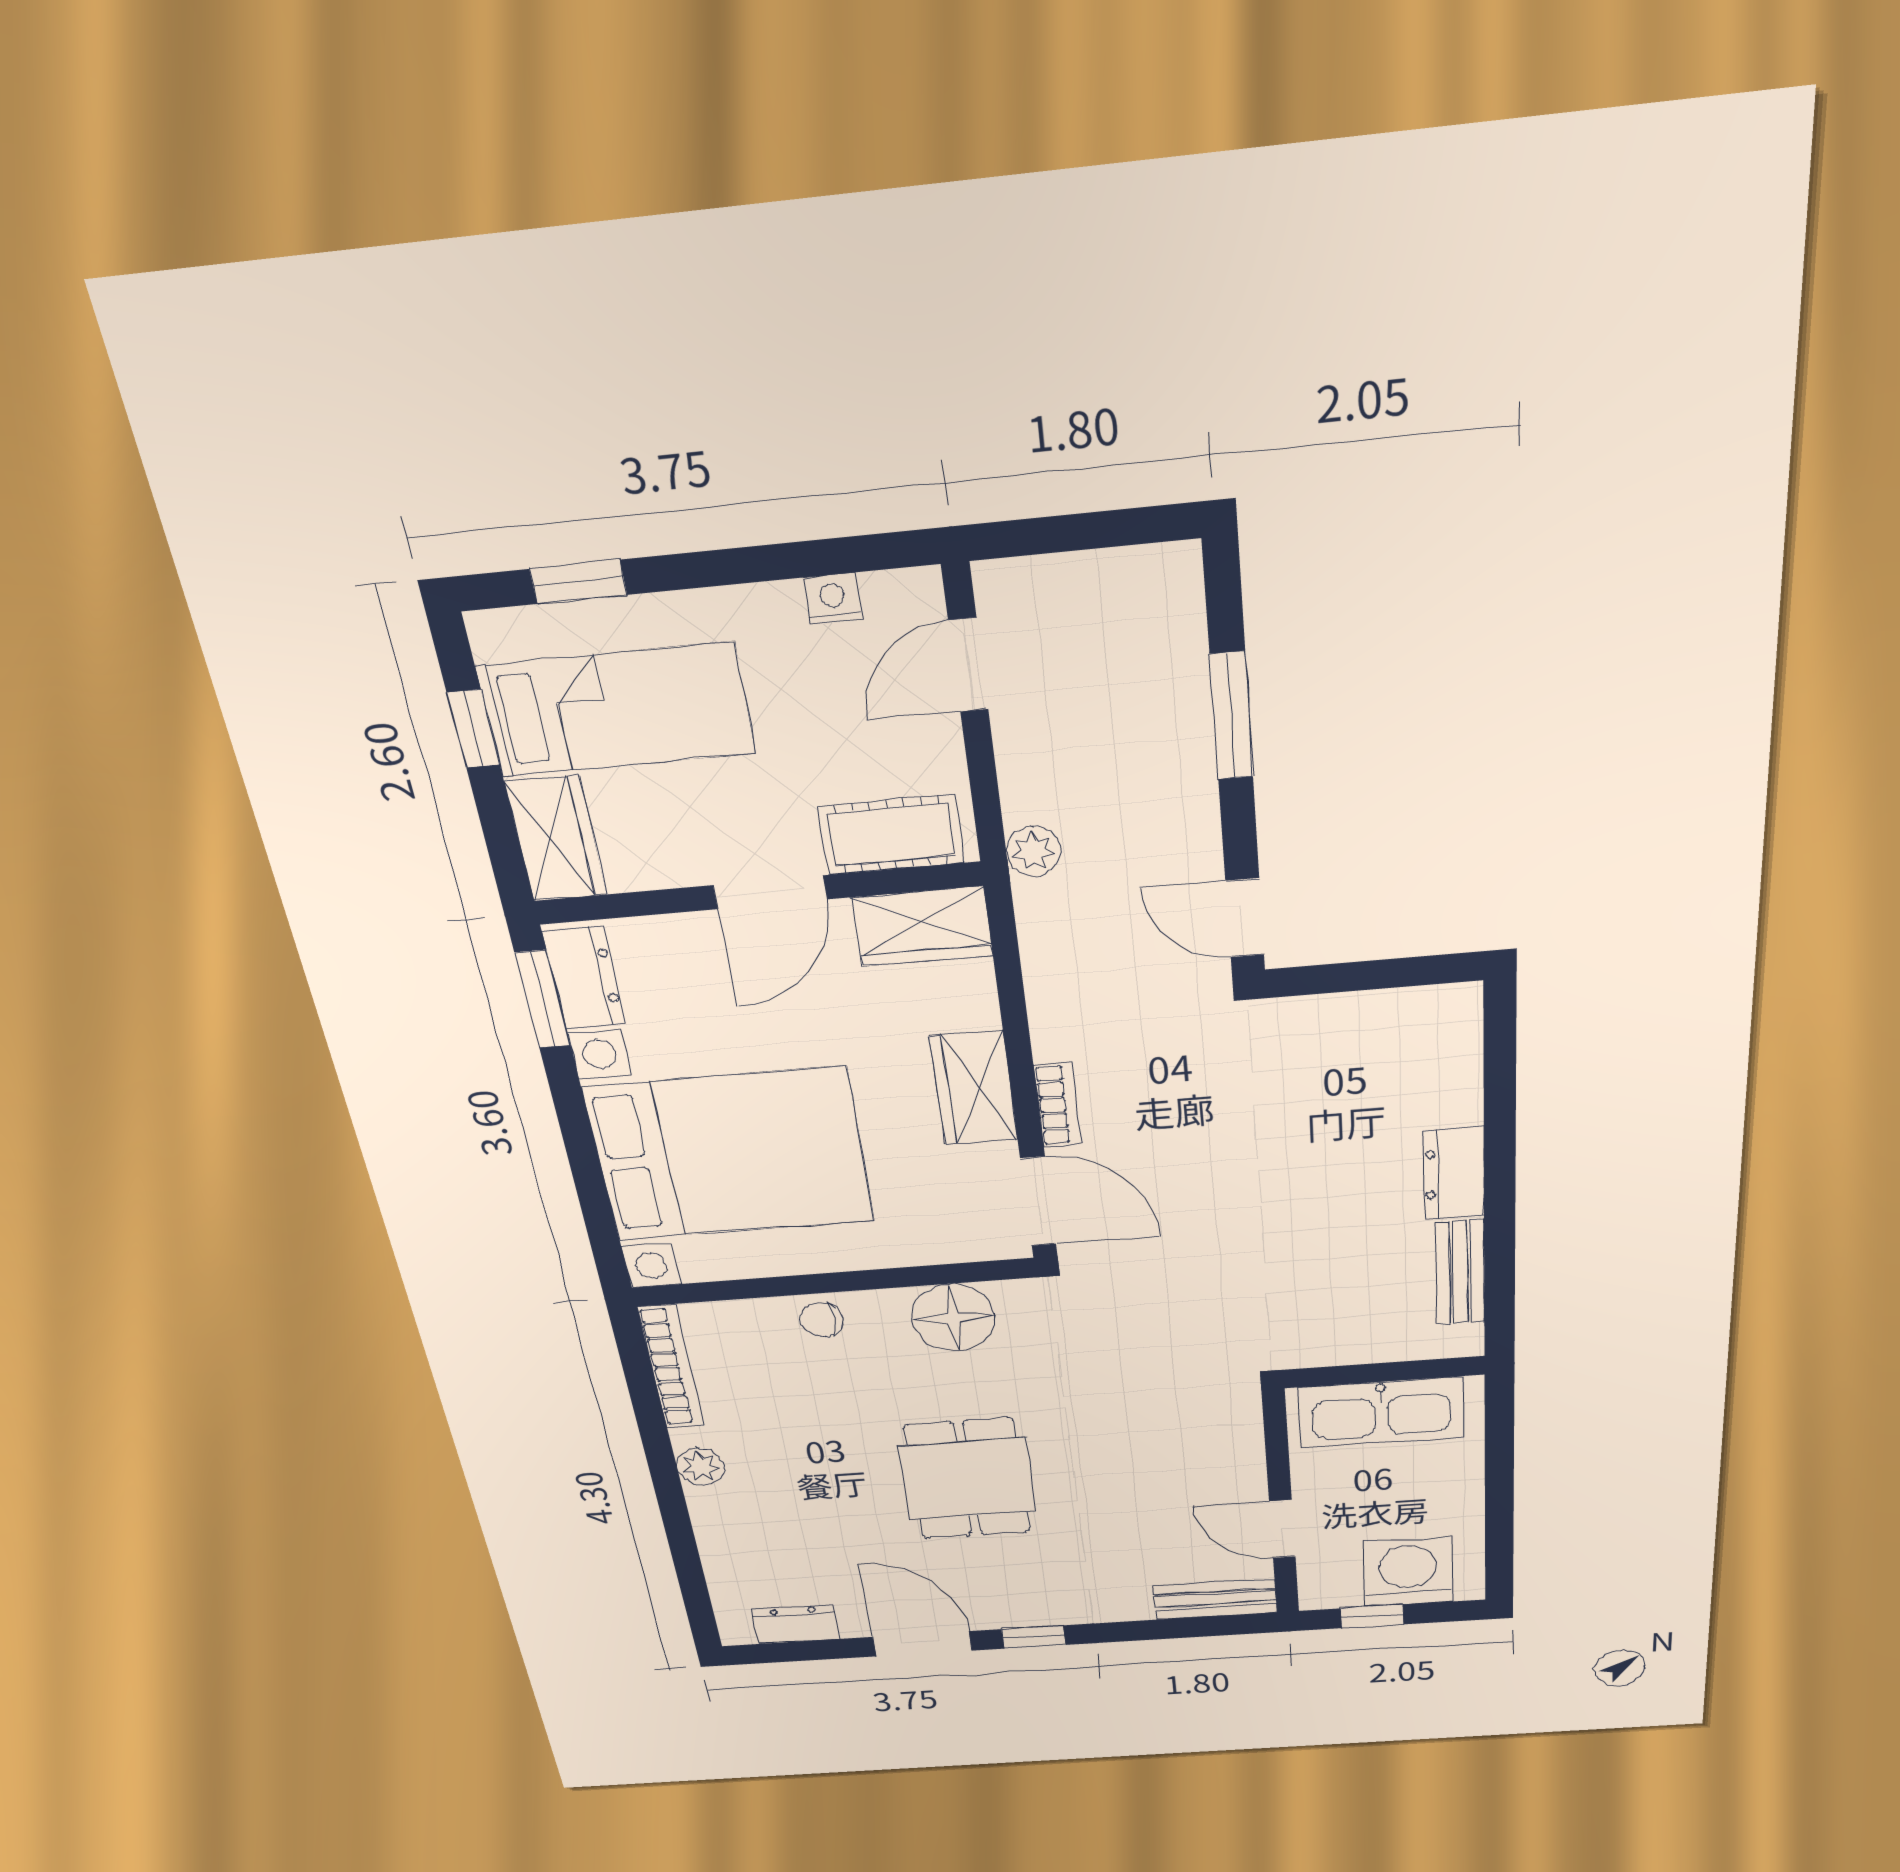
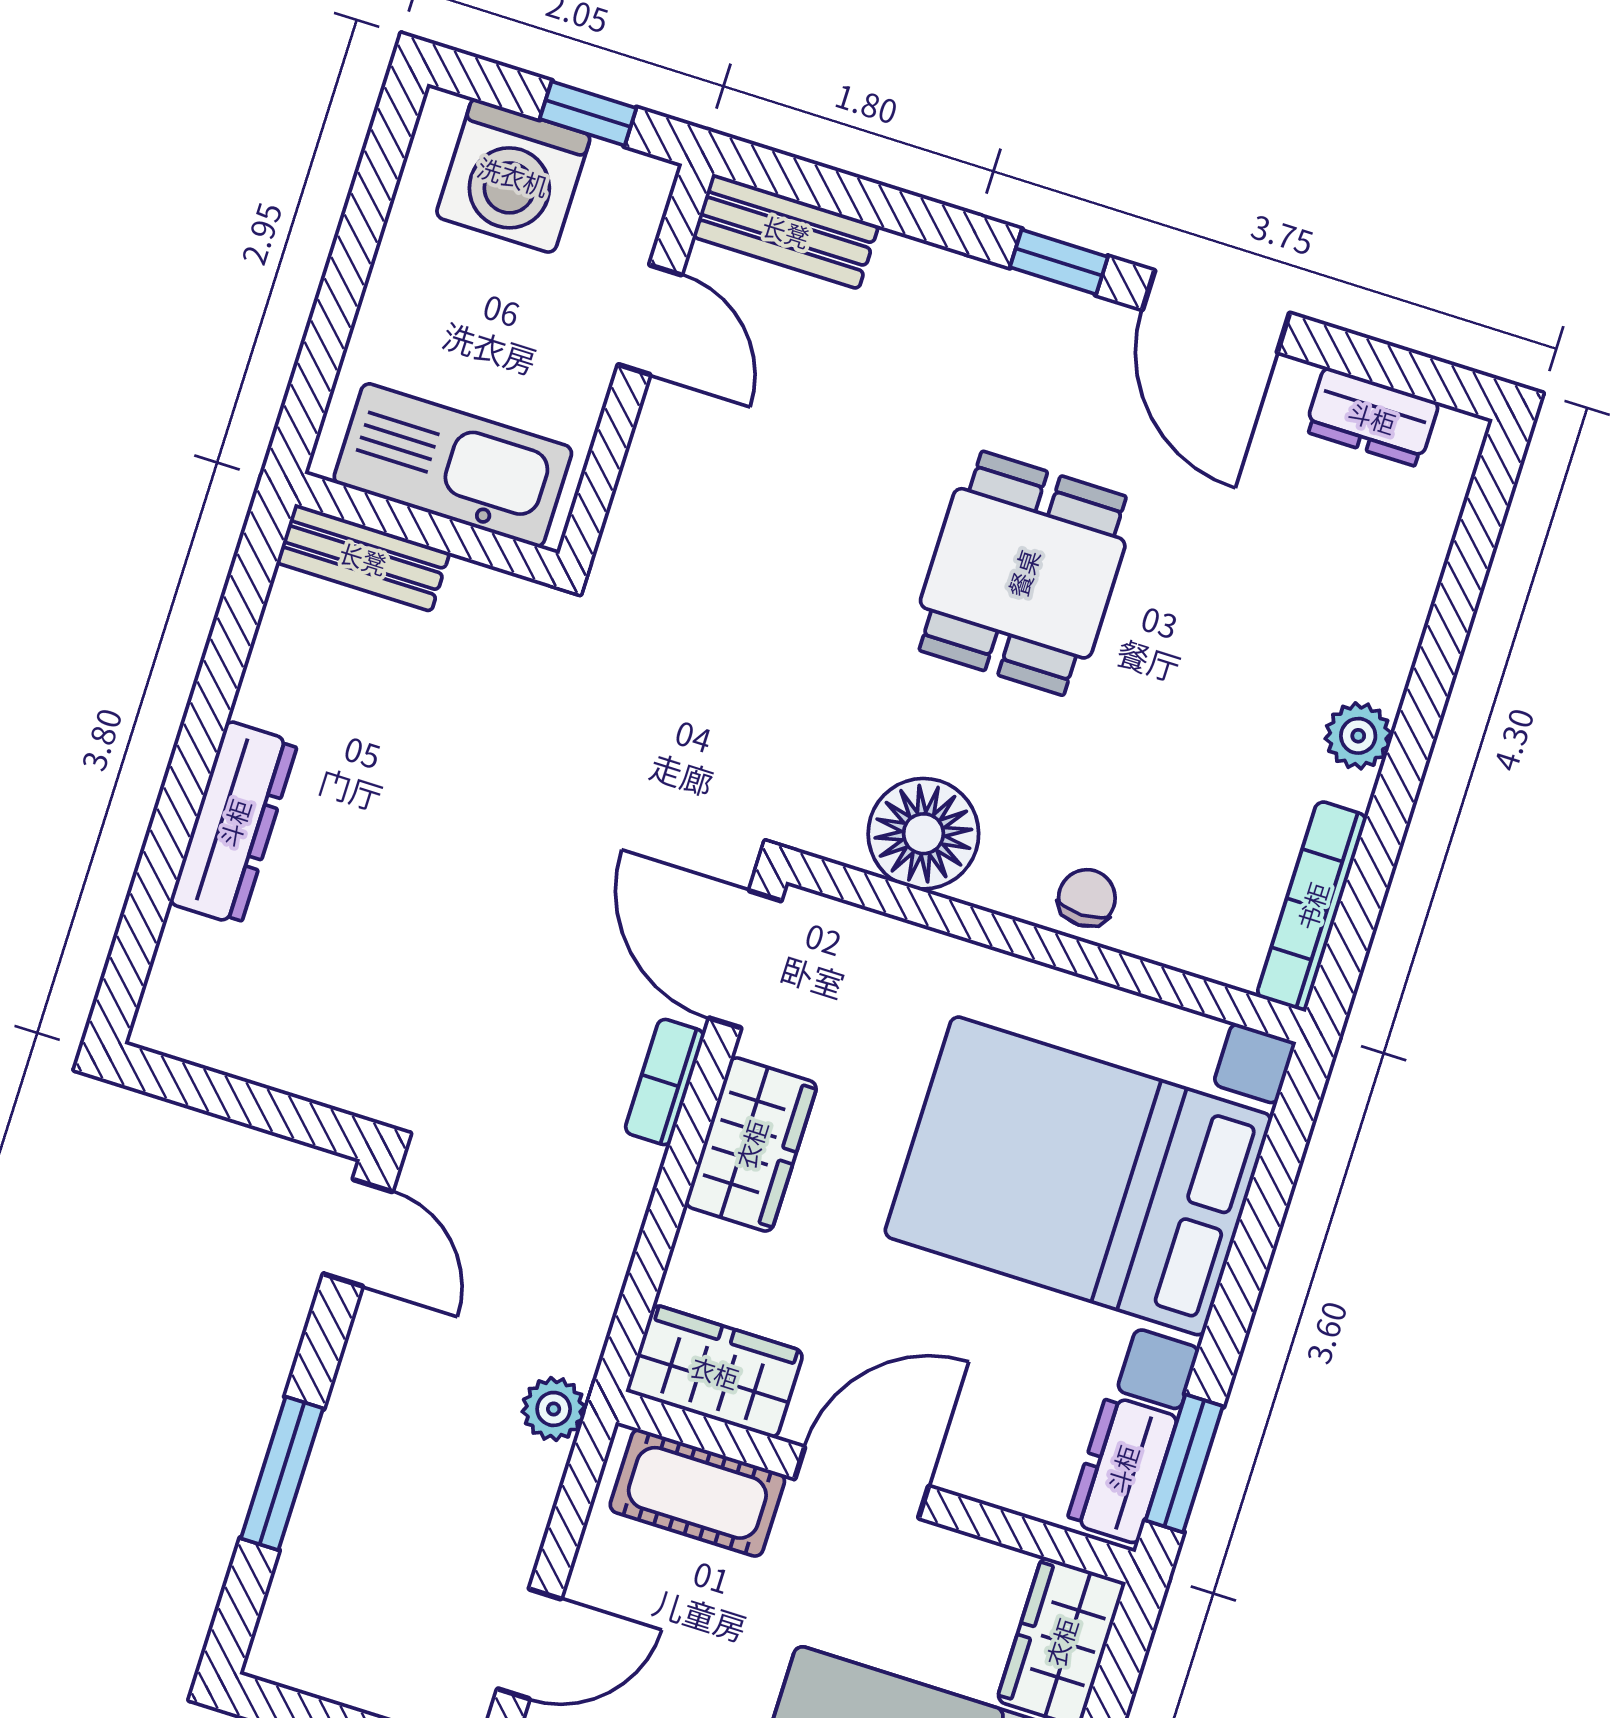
dresser: (1454, 1173) -> (234, 823), width x1.44
bench: (1460, 1273) -> (363, 558), moved, turned 90
chair: (822, 1320) -> (1087, 898), turned -90

